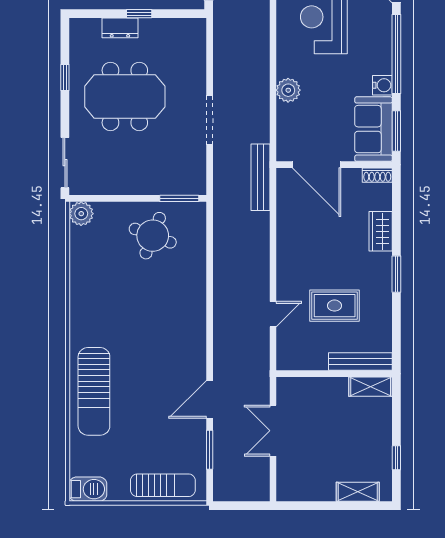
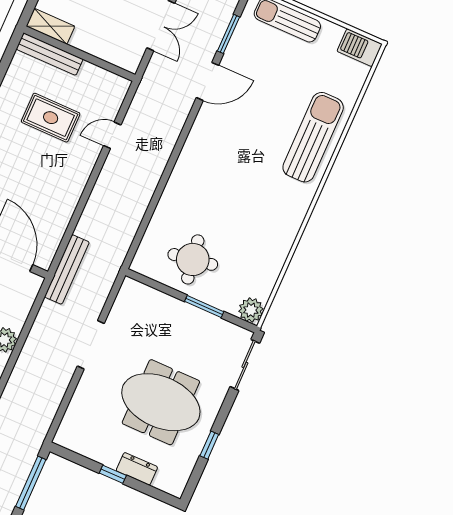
window: (179, 198) -> (204, 306), moved
round table: (153, 236) -> (193, 259), turned -30

